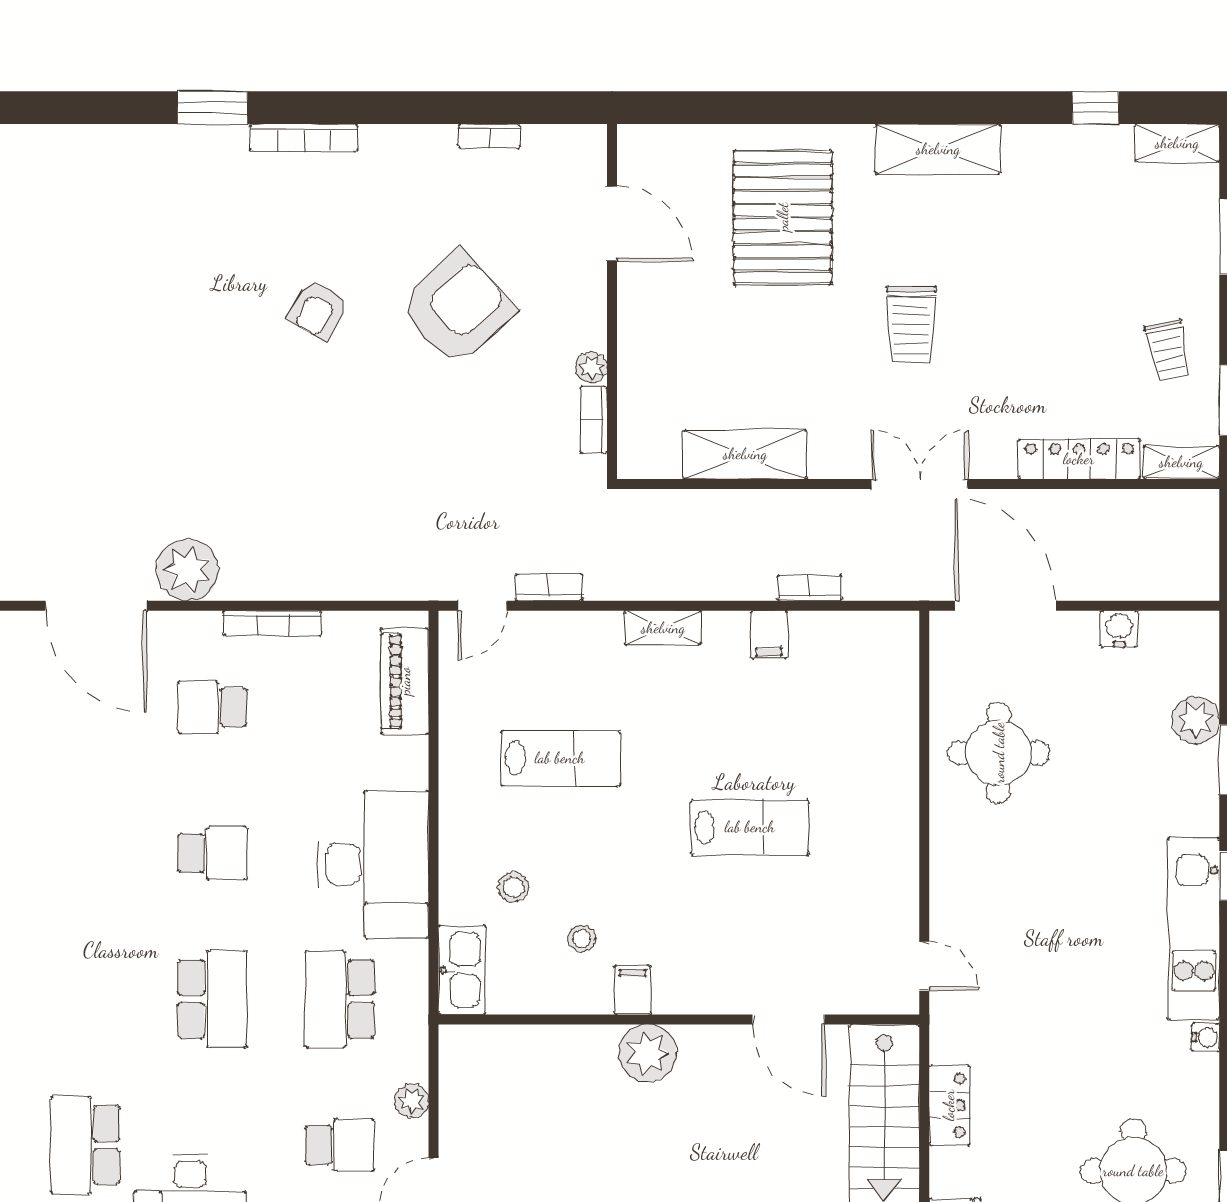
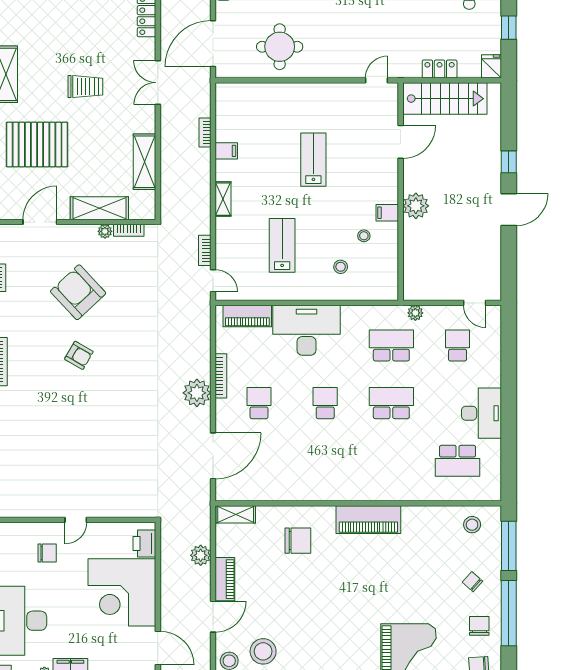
shelving: (642, 355) -> (99, 208), added
plant: (188, 570) -> (197, 393), moved
school desk: (212, 707) -> (259, 403), turned 180
desk: (373, 864) -> (306, 330), moved
kitchen sink: (462, 970) -> (378, 290), removed
school desk: (340, 999) -> (391, 345), turned 180
plant: (412, 1101) -> (415, 313), moved

